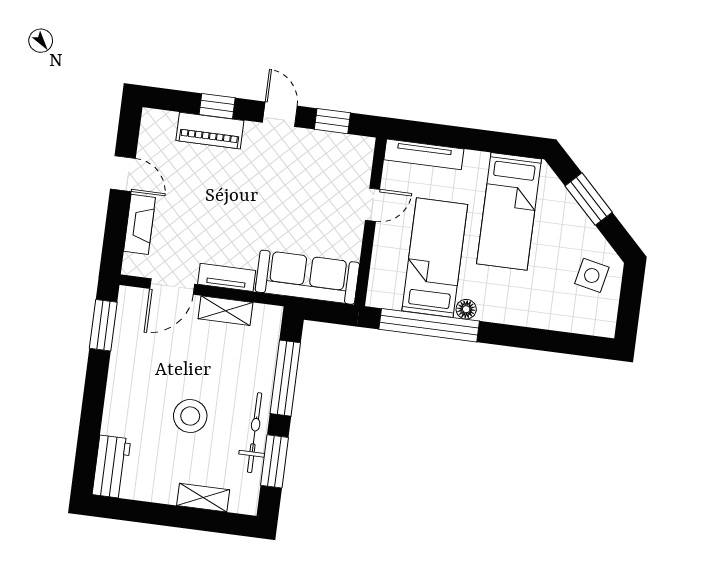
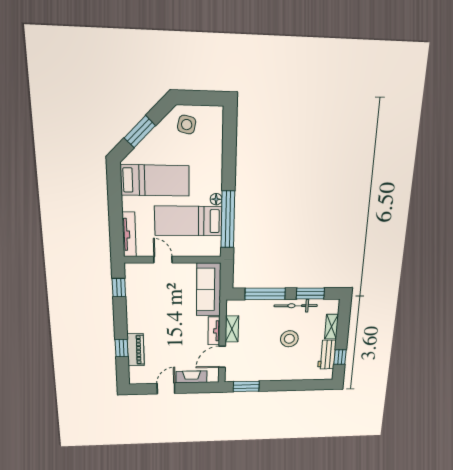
door: (280, 114) -> (120, 316), removed
door: (172, 286) -> (222, 357), swing flipped
workbench: (111, 467) -> (327, 355), moved, turned -90
window: (138, 511) -> (340, 357), added

